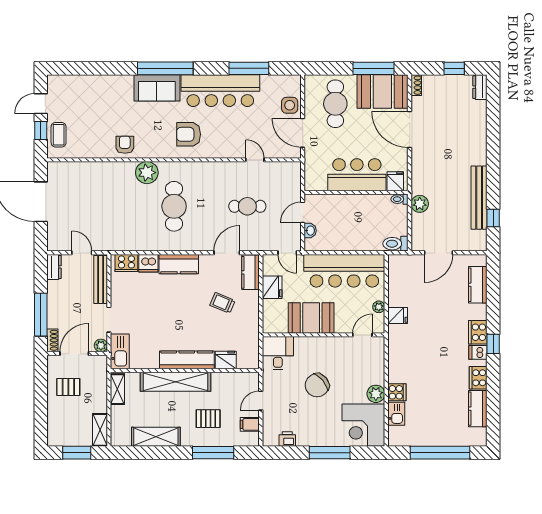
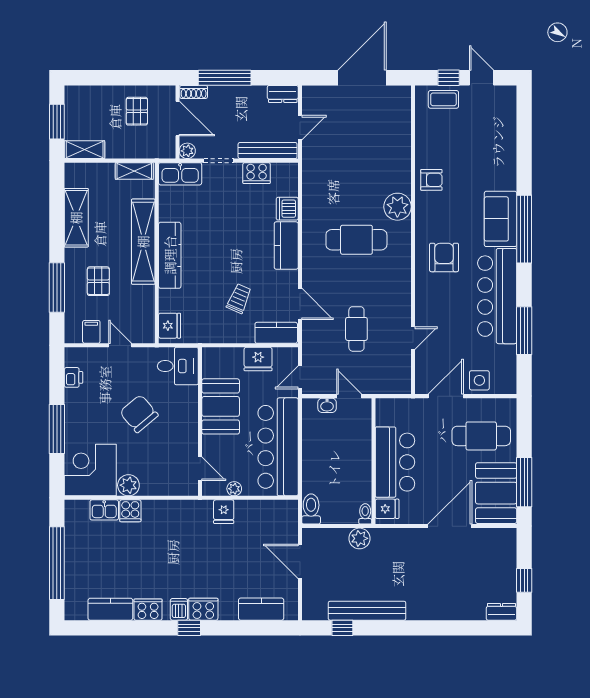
shoe rack: (416, 85) -> (504, 534), removed
cooker: (126, 263) -> (257, 173), moved, turned -90
fridge: (226, 360) -> (170, 326), moved

